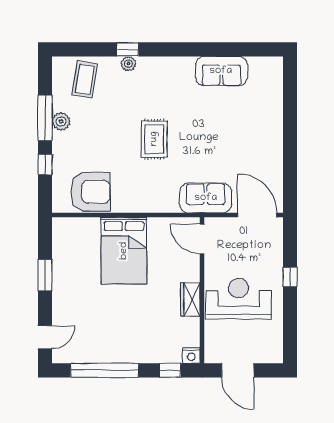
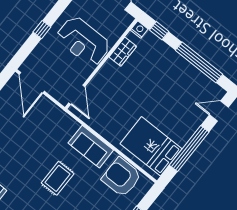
sofa: (206, 198) -> (91, 147), moved
bed: (124, 251) -> (151, 146), moved, turned -90
window: (45, 275) -> (189, 149), width x2.11
wardrobe: (190, 299) -> (123, 52), moved

